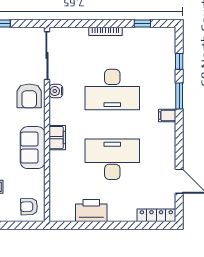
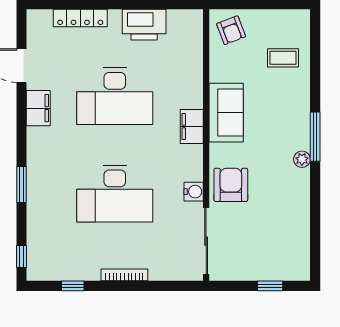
window: (179, 61) -> (22, 256), moved
desk: (112, 90) -> (115, 194), turned 180
filing cabinet: (167, 115) -> (38, 108), moved, width x2.00
armchair: (29, 207) -> (231, 30), turned 71
locker: (156, 215) -> (80, 18), moved

